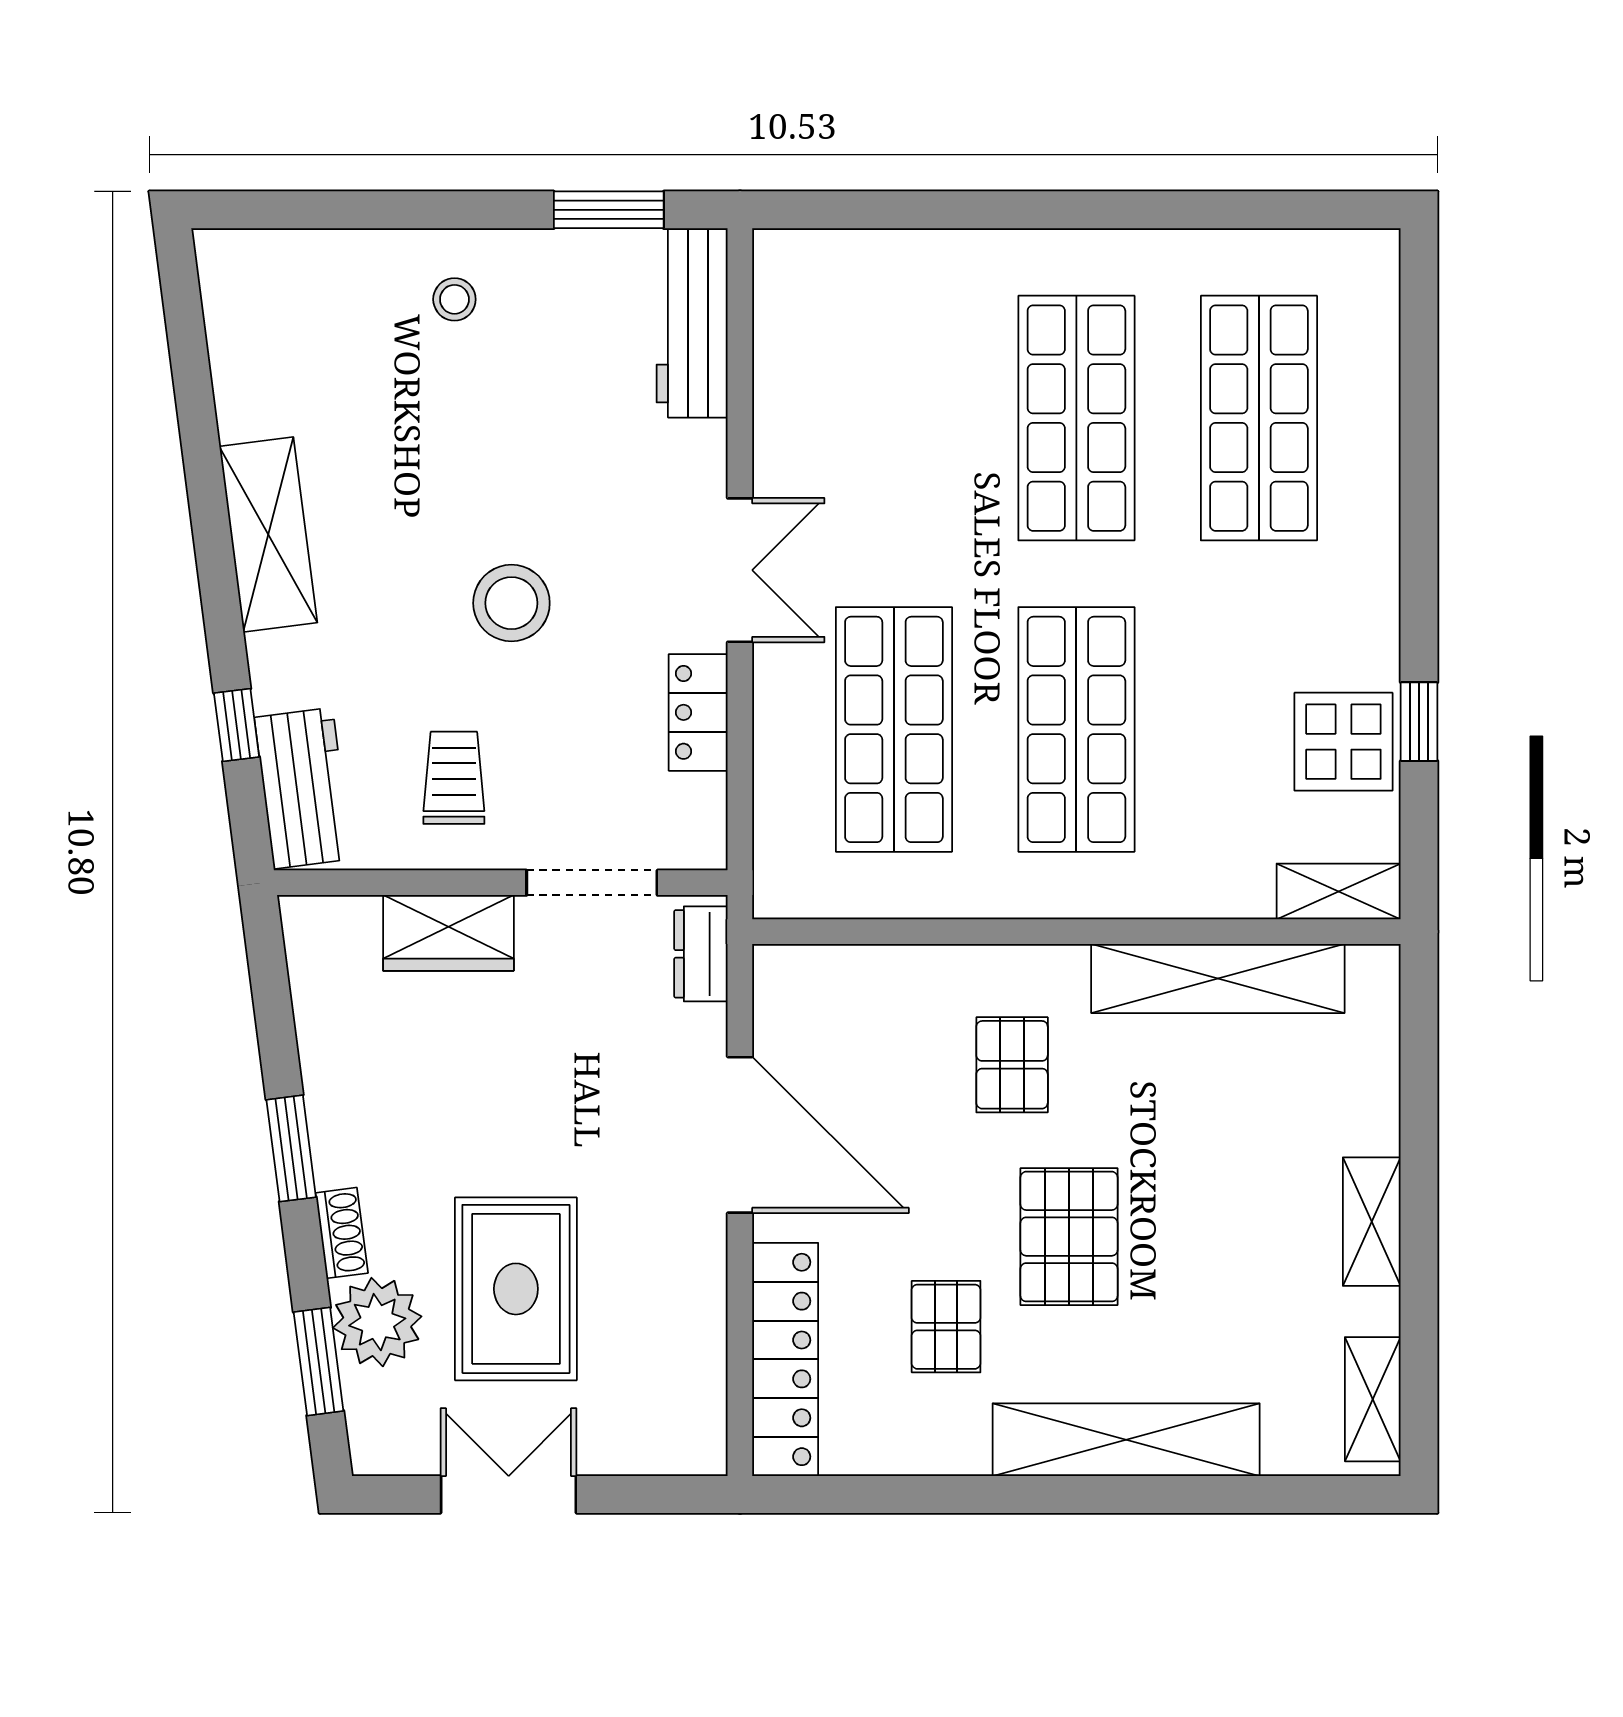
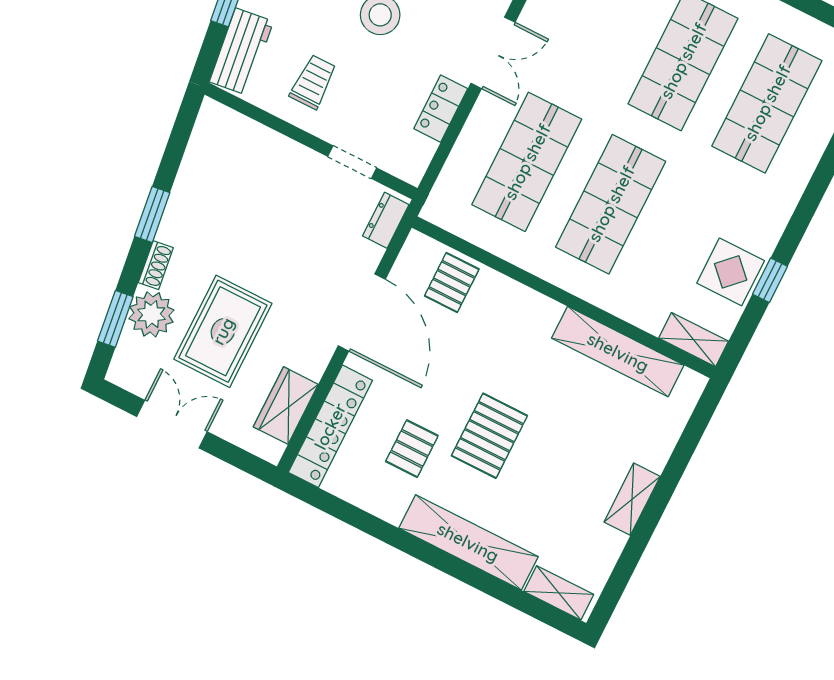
doorway: (592, 883) -> (352, 162), width x0.73
wardrobe: (448, 933) -> (286, 406), moved, turned 90
pallet: (1012, 1065) -> (452, 282), moved
shelving: (1373, 1399) -> (559, 593), moved, turned 90

